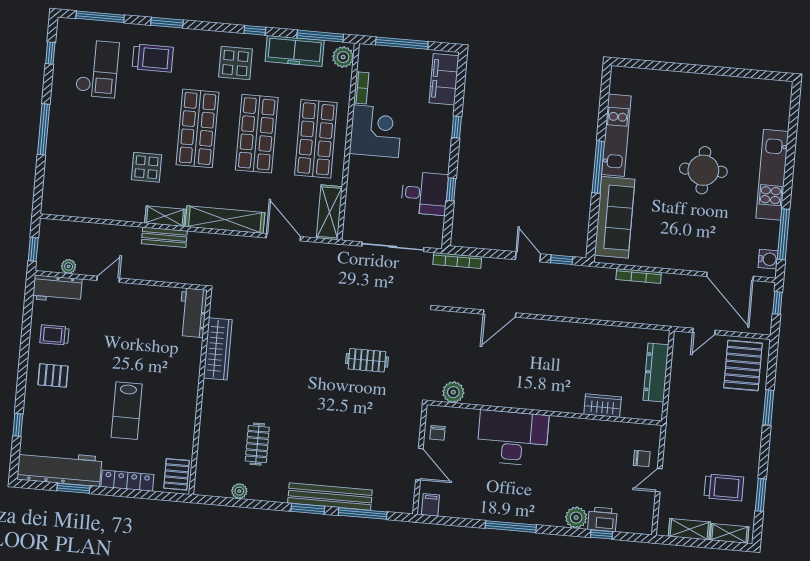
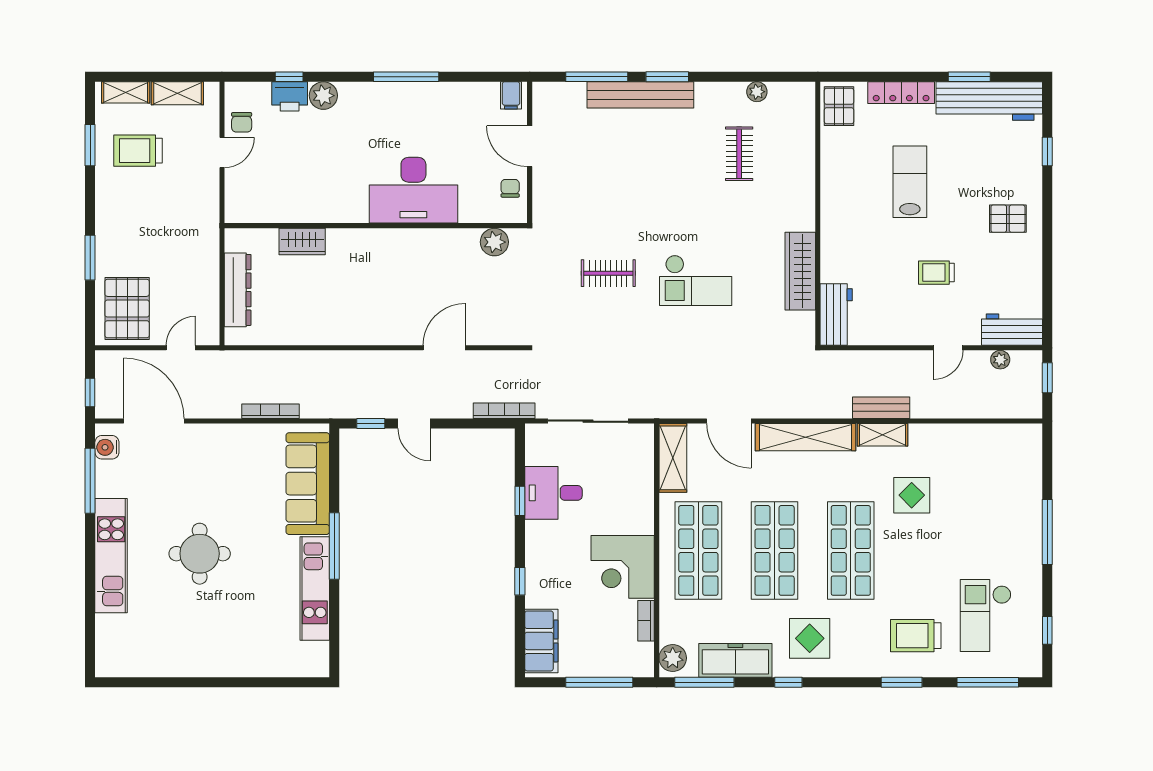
trolley: (55, 335) -> (936, 273), moved, turned 180
checkout: (300, 349) -> (696, 280), added
chair: (642, 459) -> (242, 122), moved, turned -90

